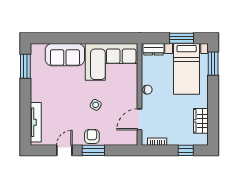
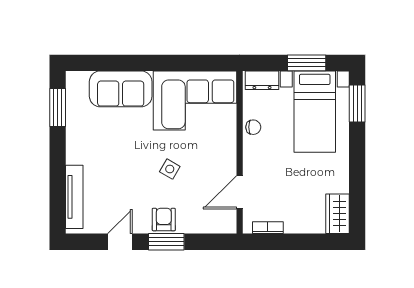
chair: (147, 90) -> (253, 127), moved
wardrobe: (201, 121) -> (338, 214), moved
window: (186, 150) -> (313, 242), removed

